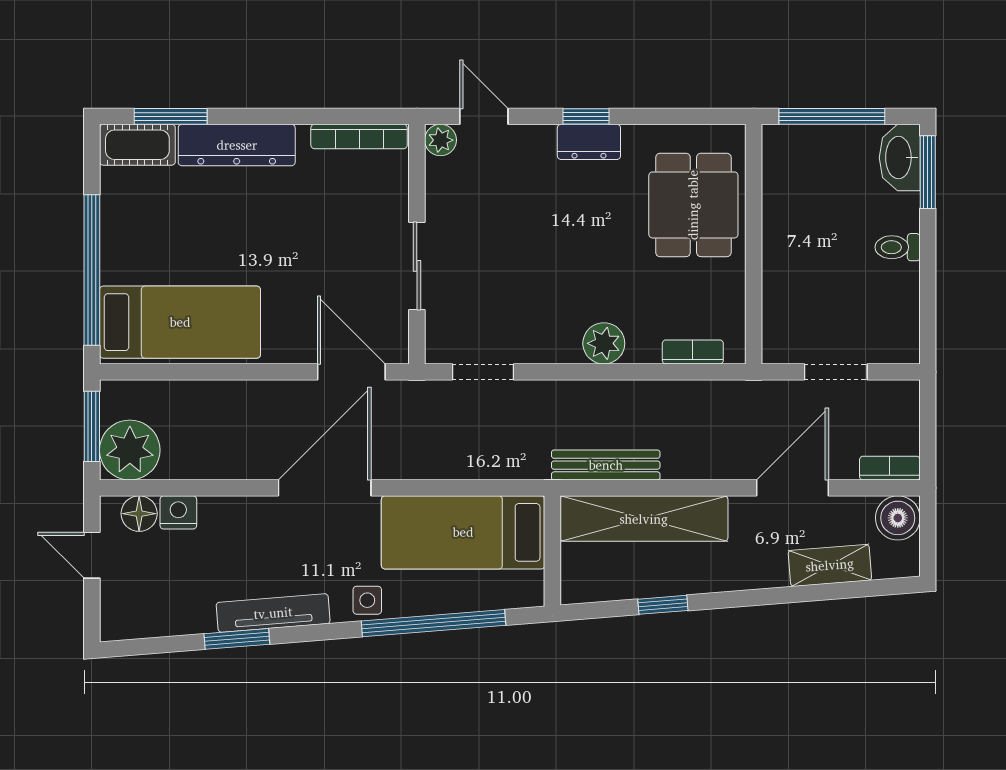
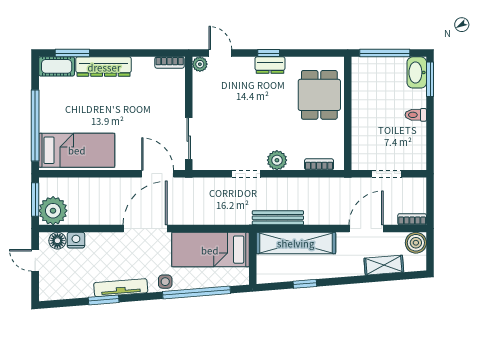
bookcase: (359, 137) -> (170, 63), width x0.64
sliding door: (417, 266) -> (189, 139), moved
doorway: (483, 372) -> (246, 174), moved

